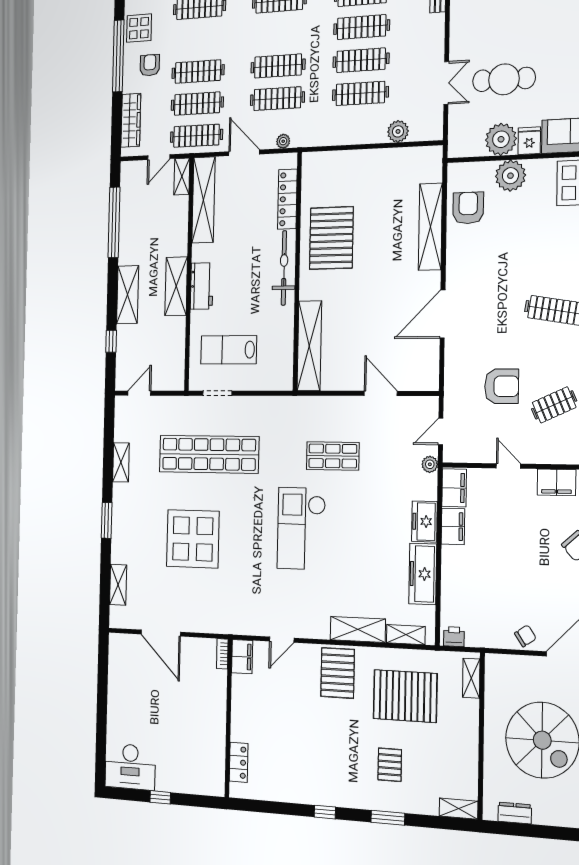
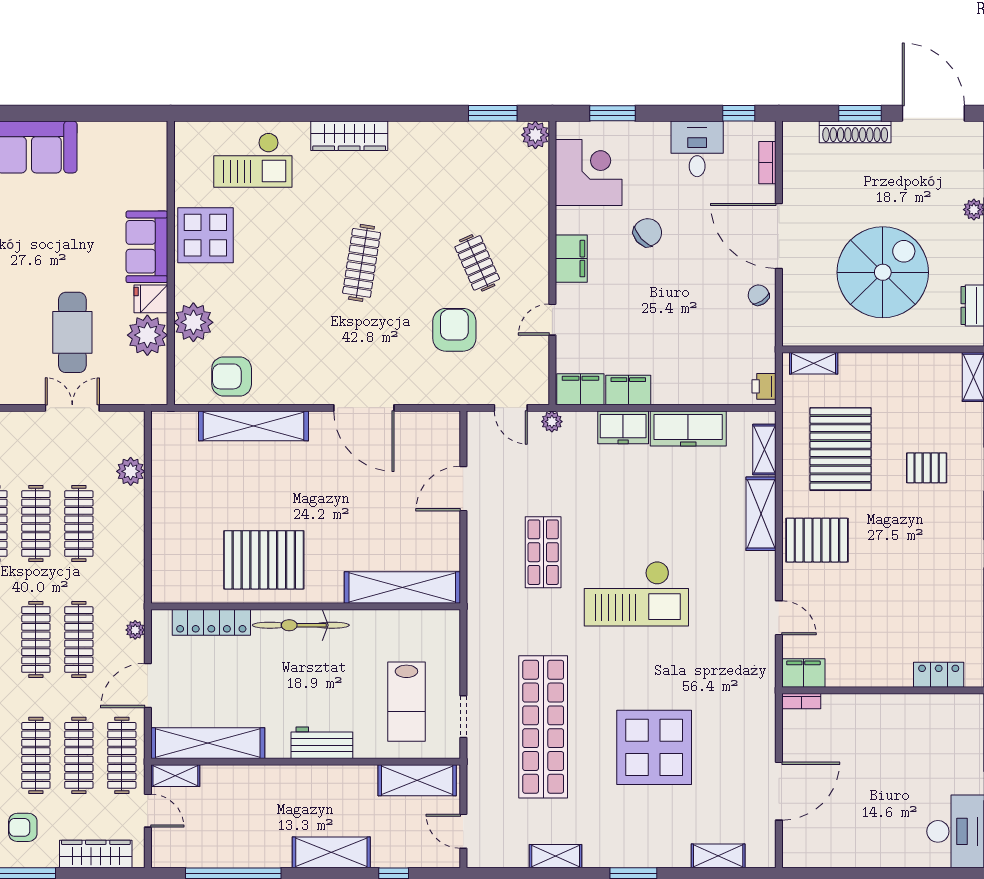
shelving: (176, 286) -> (417, 780), moved

